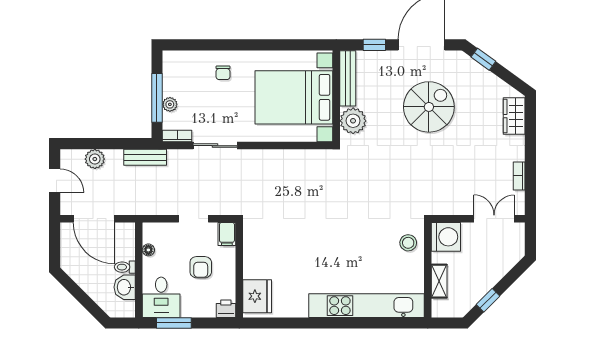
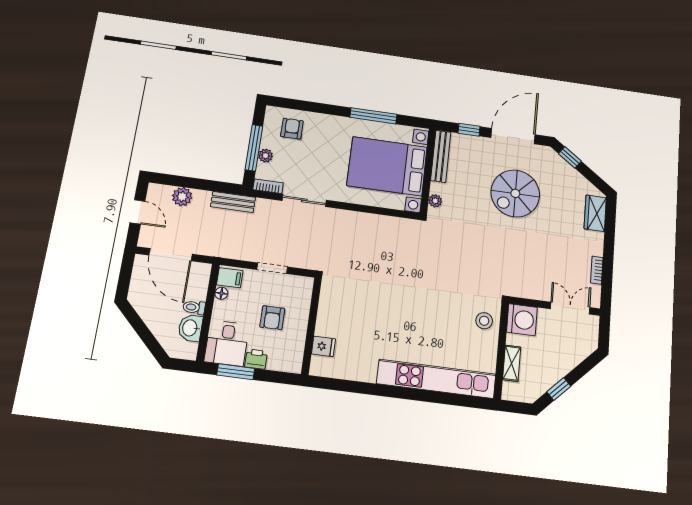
window: (273, 45) -> (373, 116), added
armchair: (192, 72) -> (292, 129), added
chair: (223, 73) -> (322, 134), removed
spiral stairs: (429, 107) -> (515, 193), turned 180
plant: (353, 121) -> (435, 201), width x0.53, depth x0.53
filing cabinet: (227, 234) -> (230, 278), moved, turned -90
fridge: (257, 296) -> (323, 346), width x0.53, depth x0.75
printer: (226, 309) -> (256, 359), moved

